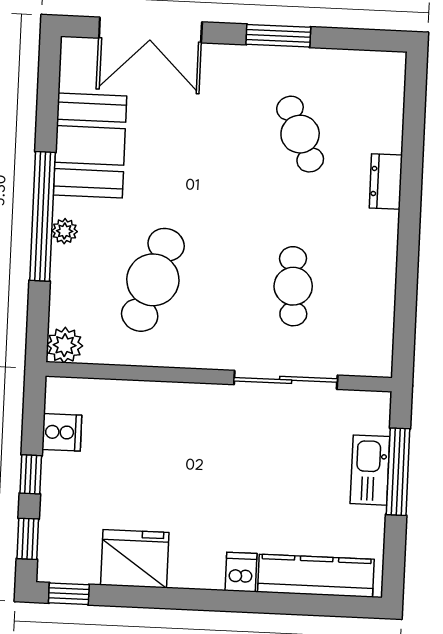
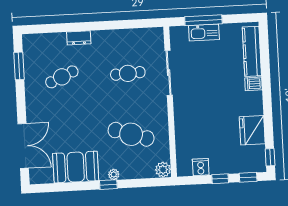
window: (278, 36) -> (19, 66), moved
window: (42, 216) -> (108, 185), width x0.32

